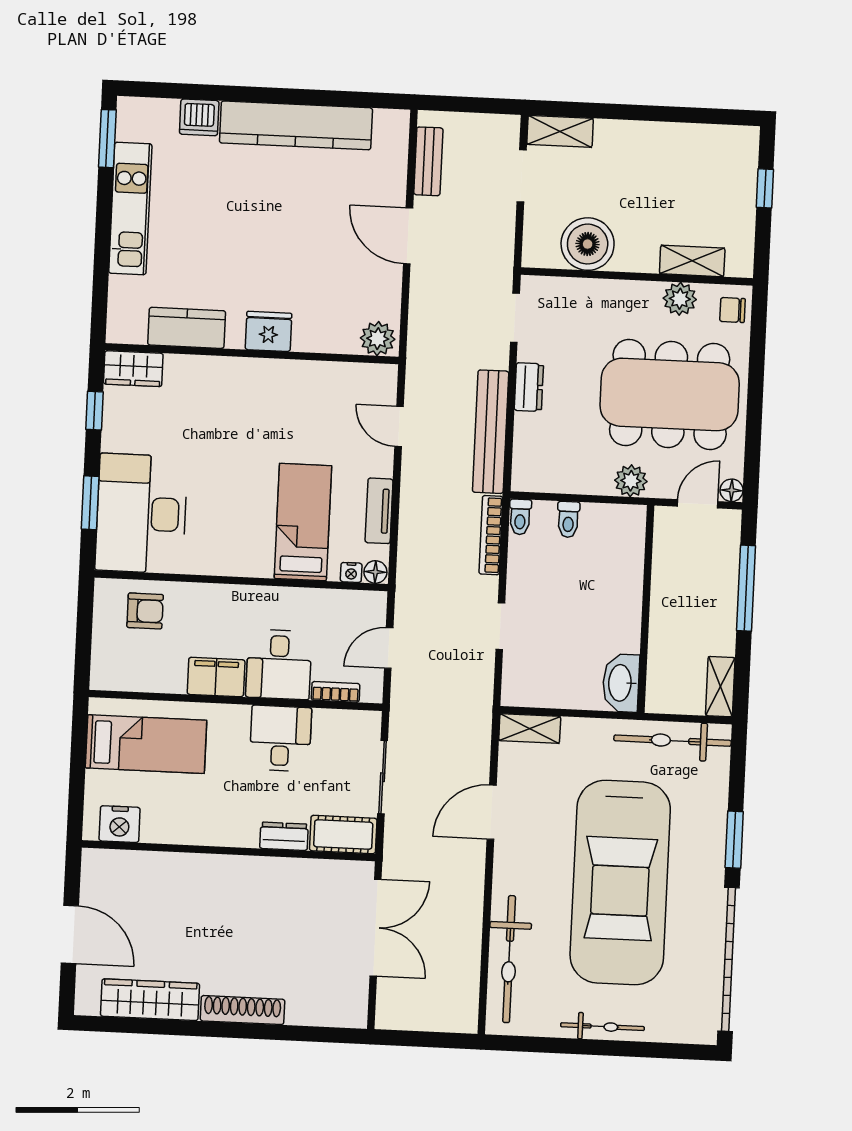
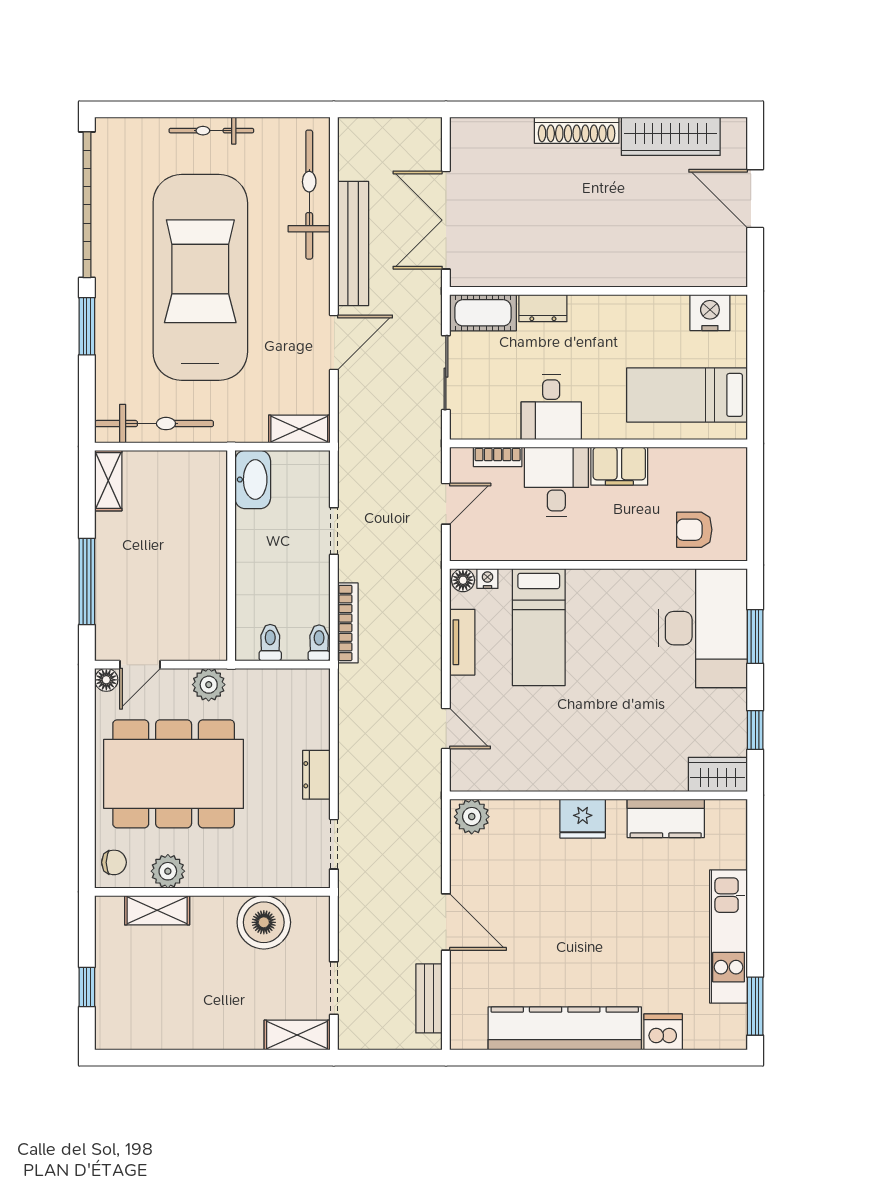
bench: (491, 432) -> (353, 243), moved
wall: (646, 609) -> (231, 556), moved
washbasin: (621, 683) -> (253, 480), moved

